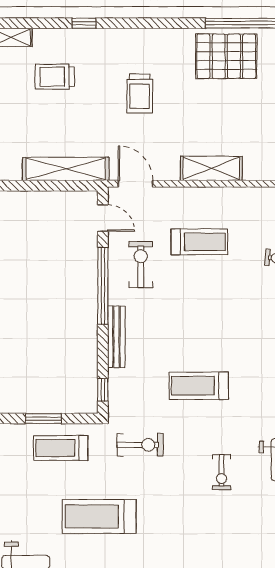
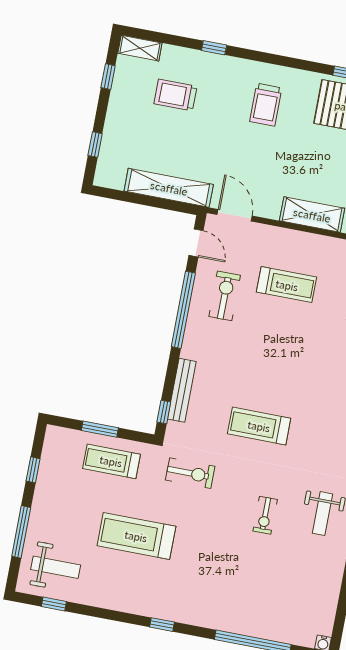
trolley: (140, 93) -> (266, 105), moved
bench: (116, 337) -> (182, 390), moved

